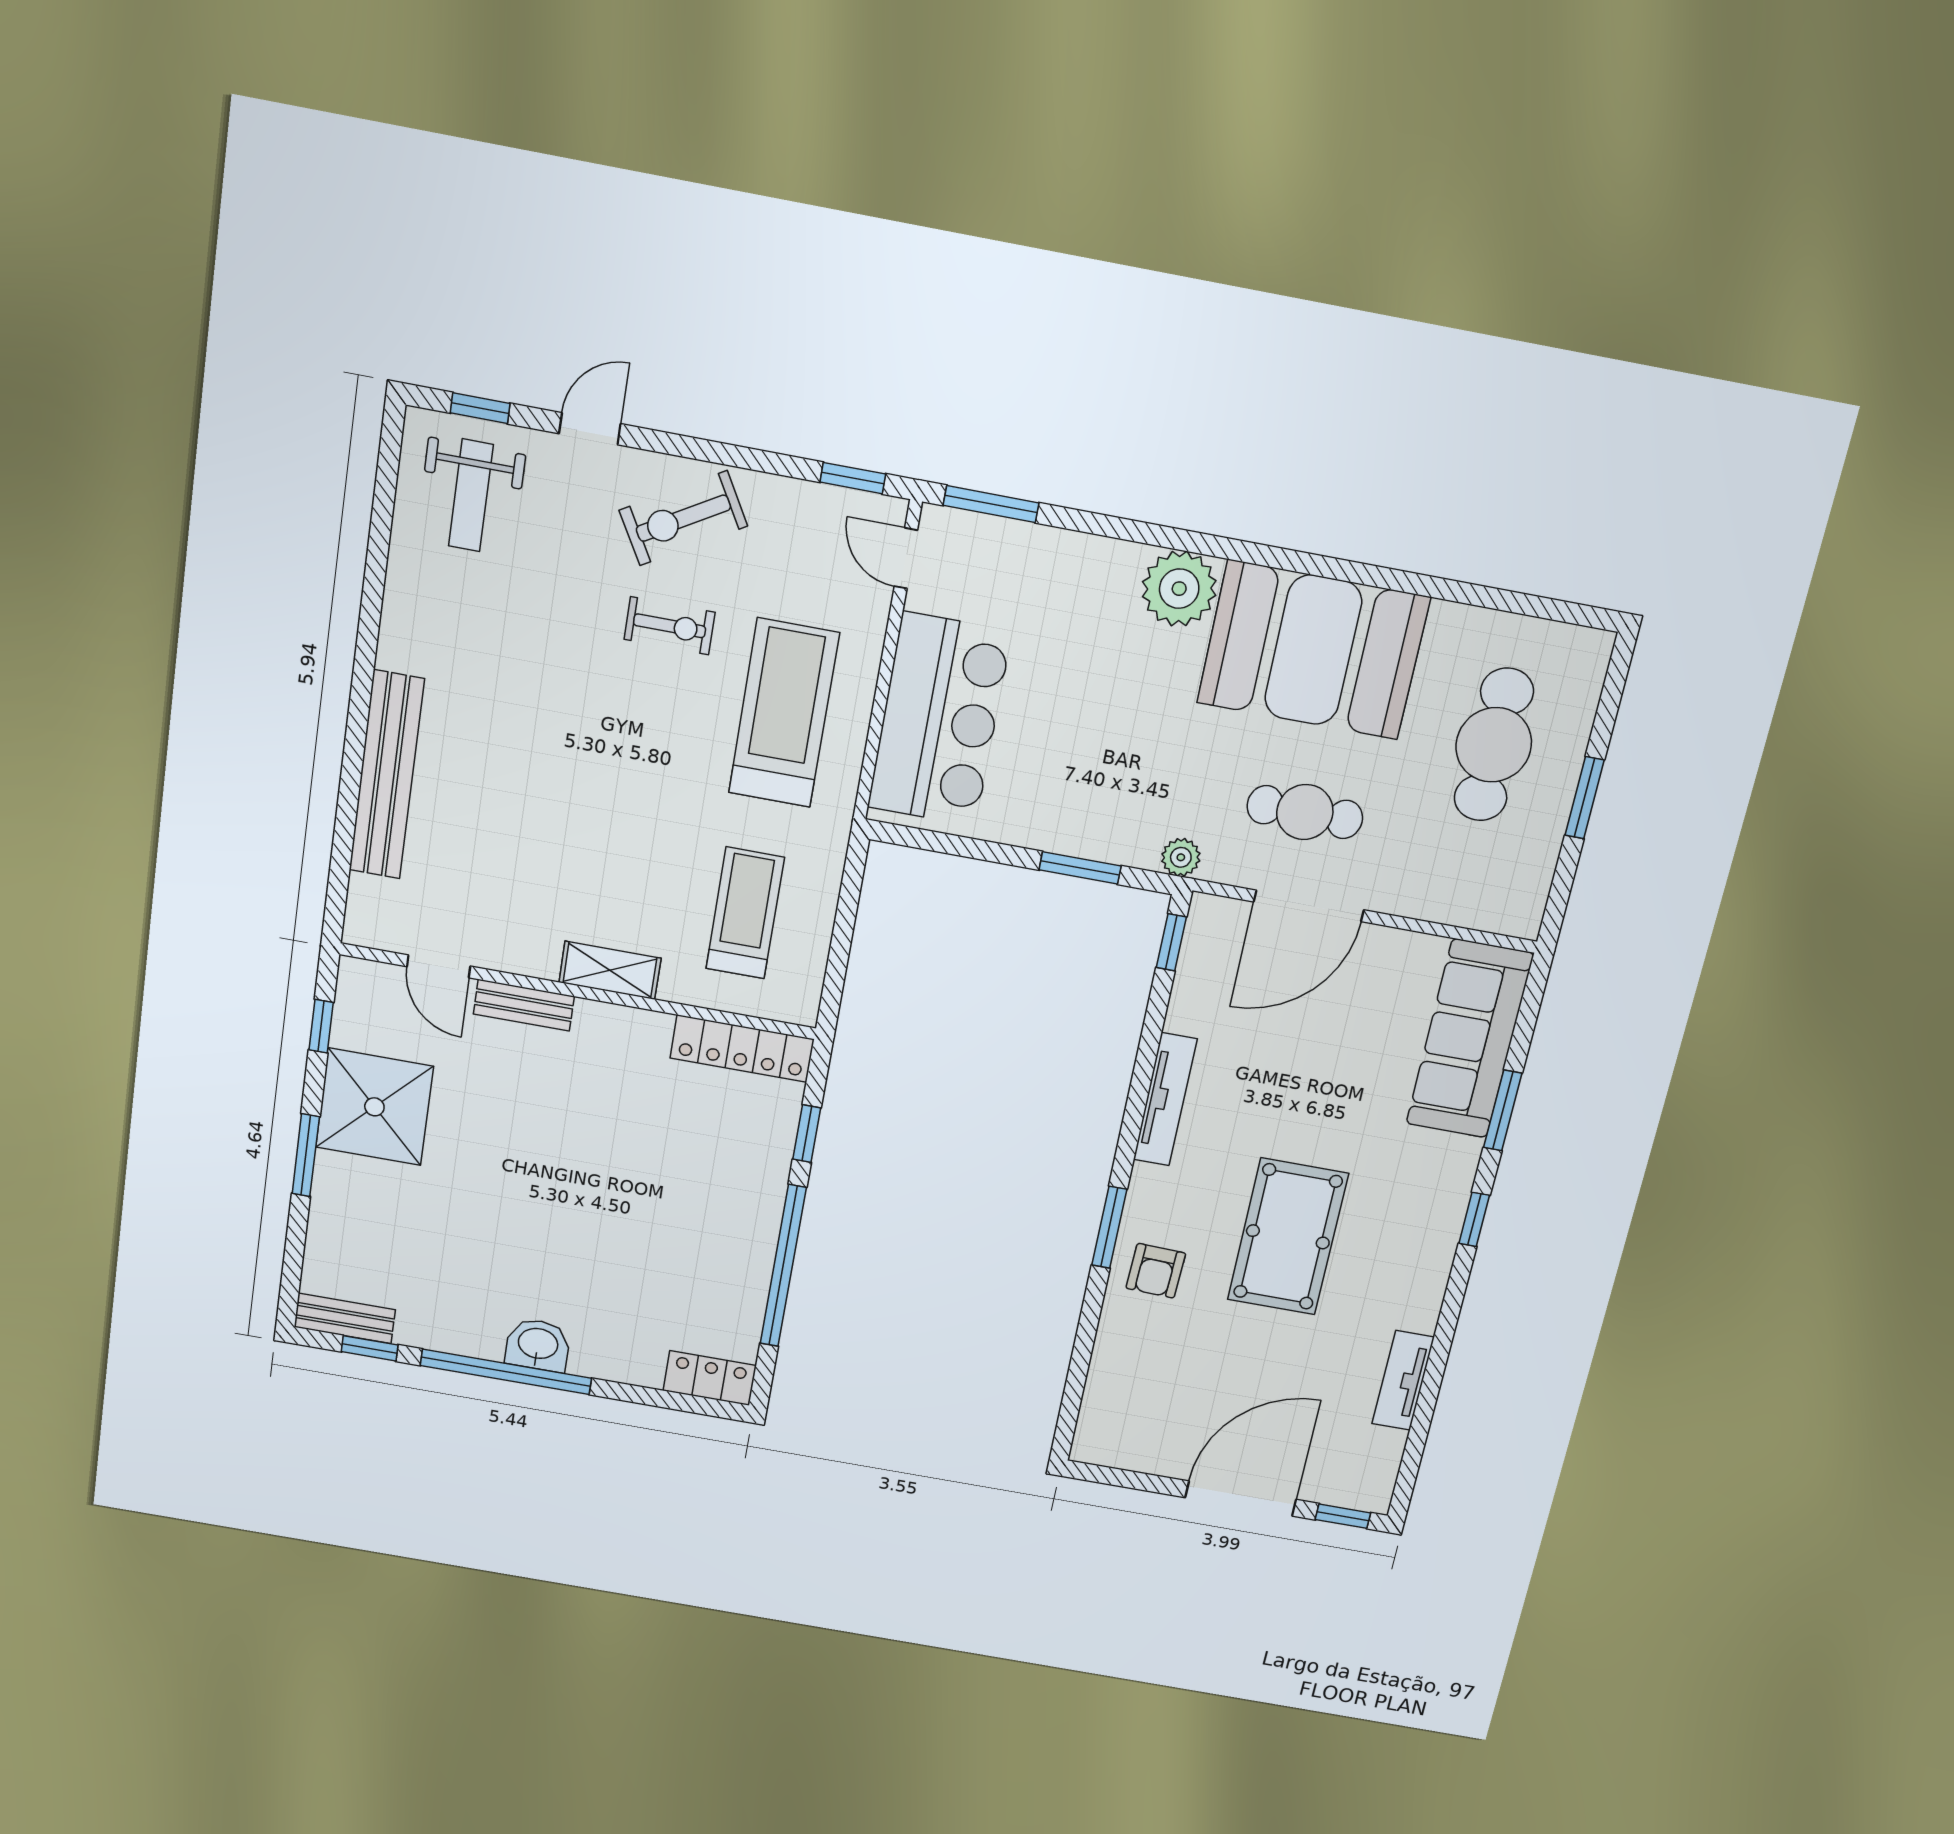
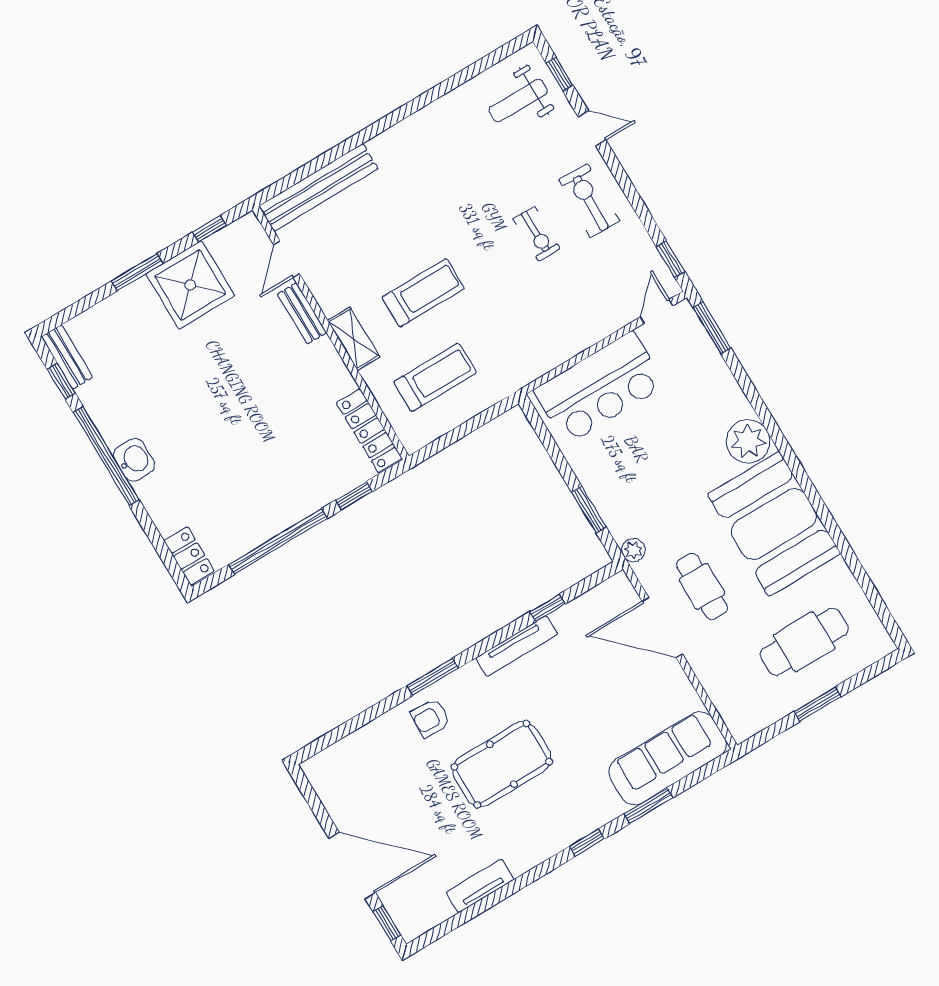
exercise bike: (683, 518) -> (589, 200), turned 32
treadmill: (784, 713) -> (423, 293), moved, width x0.73, depth x0.73
bench: (387, 775) -> (318, 188), moved
window: (1171, 942) -> (547, 608), moved

